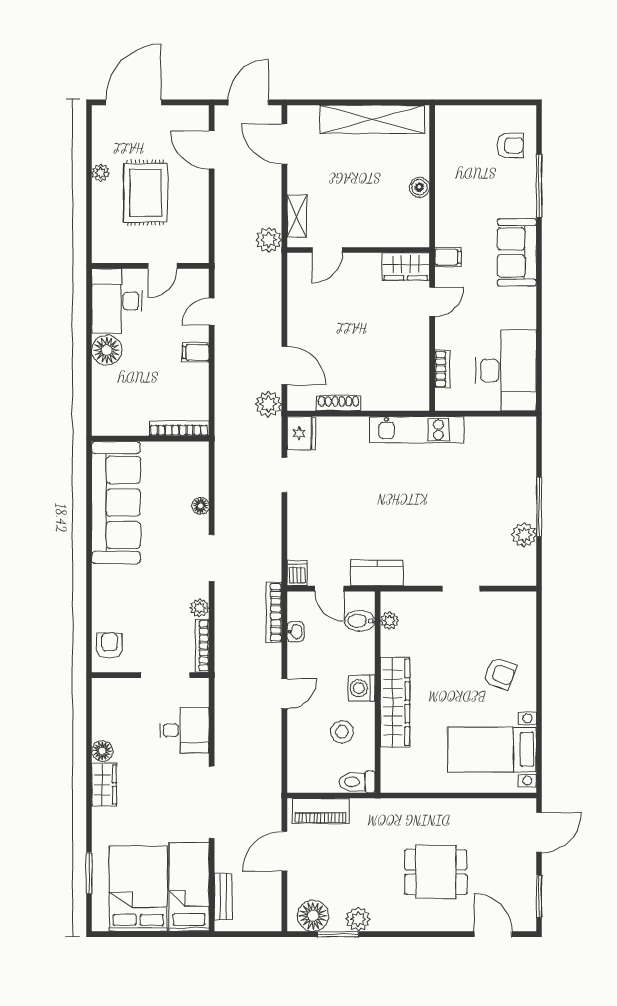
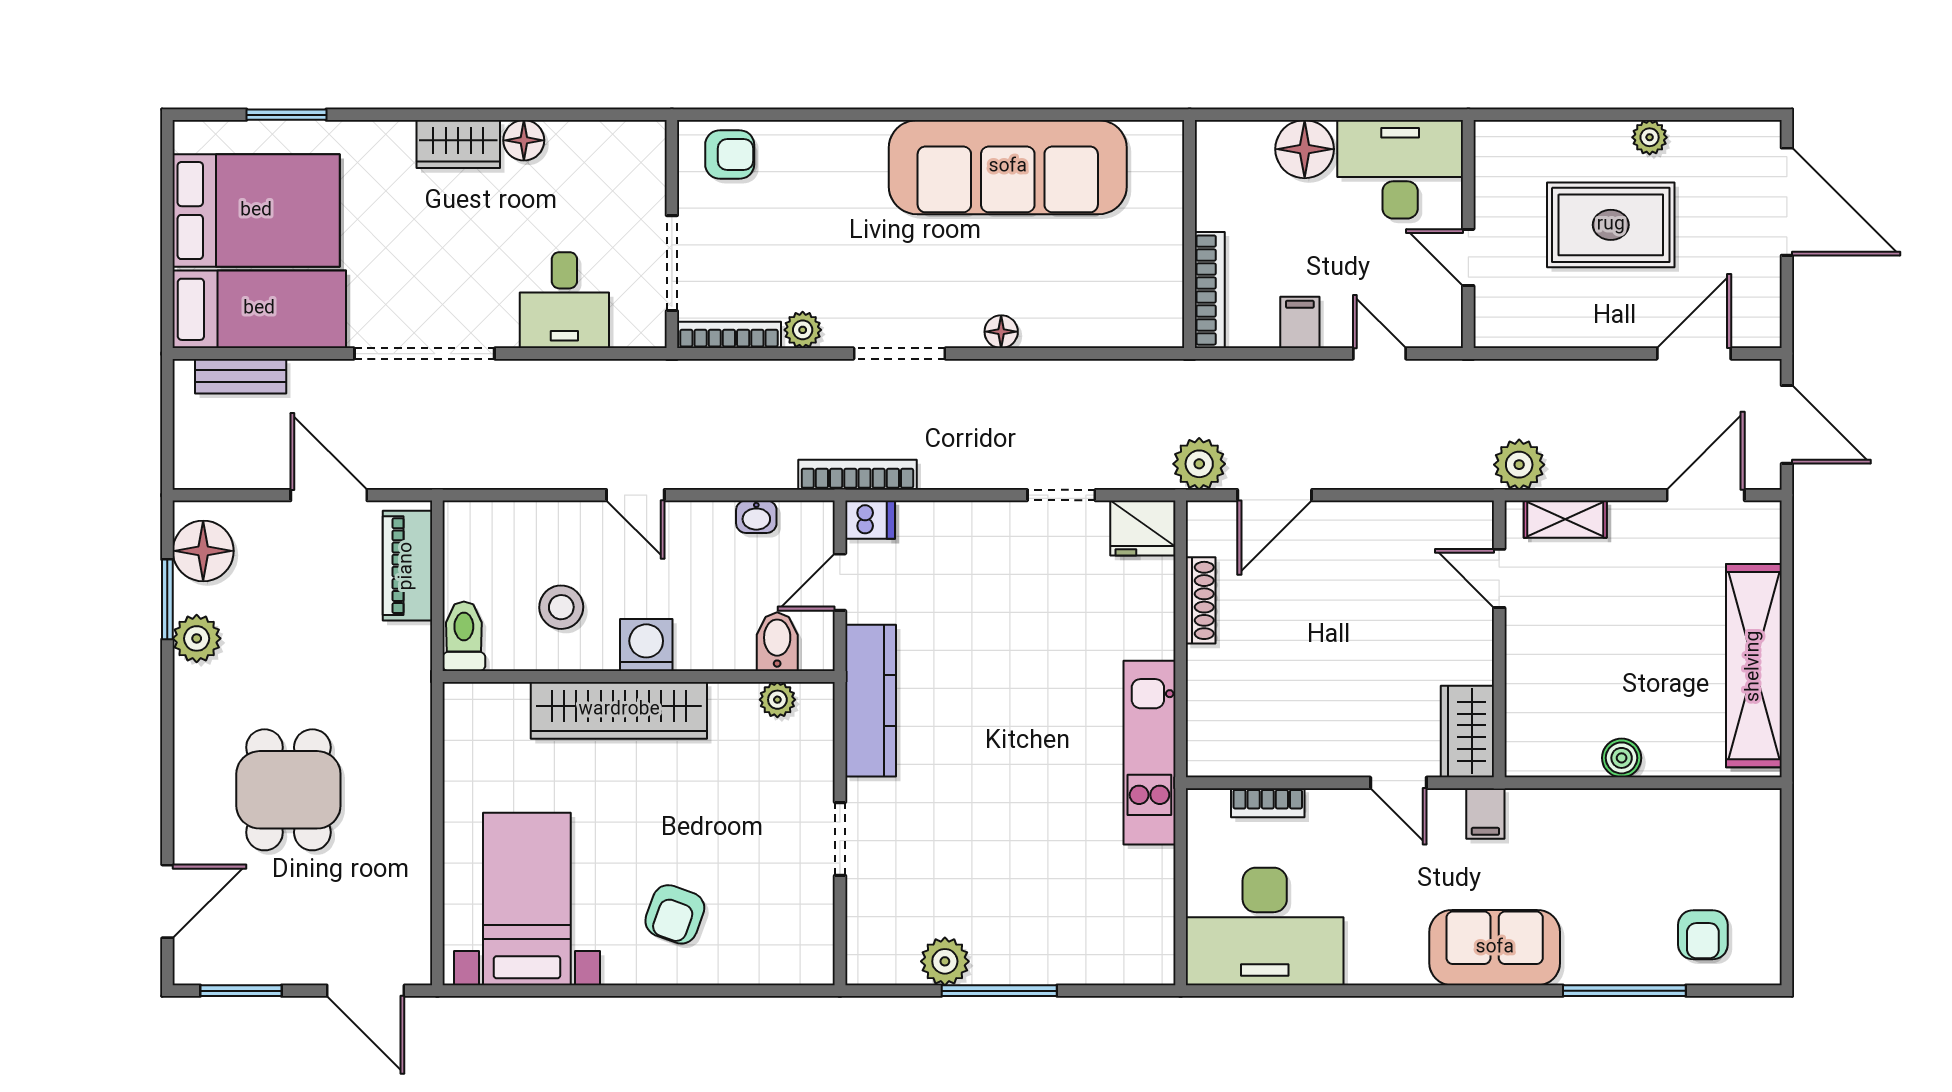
bookcase: (179, 428) -> (1210, 290), moved
wall: (150, 439) -> (1190, 234), moved
kitchen counter: (377, 573) -> (871, 701), width x1.50
bookcase: (274, 612) -> (857, 475), moved

